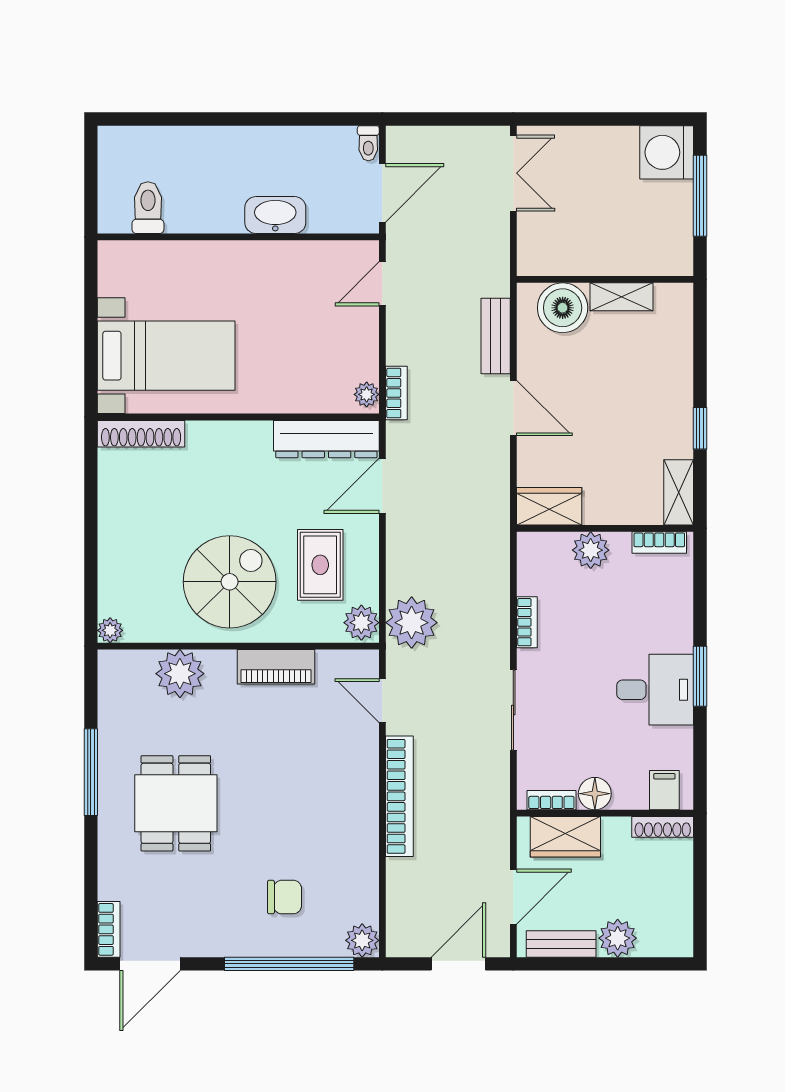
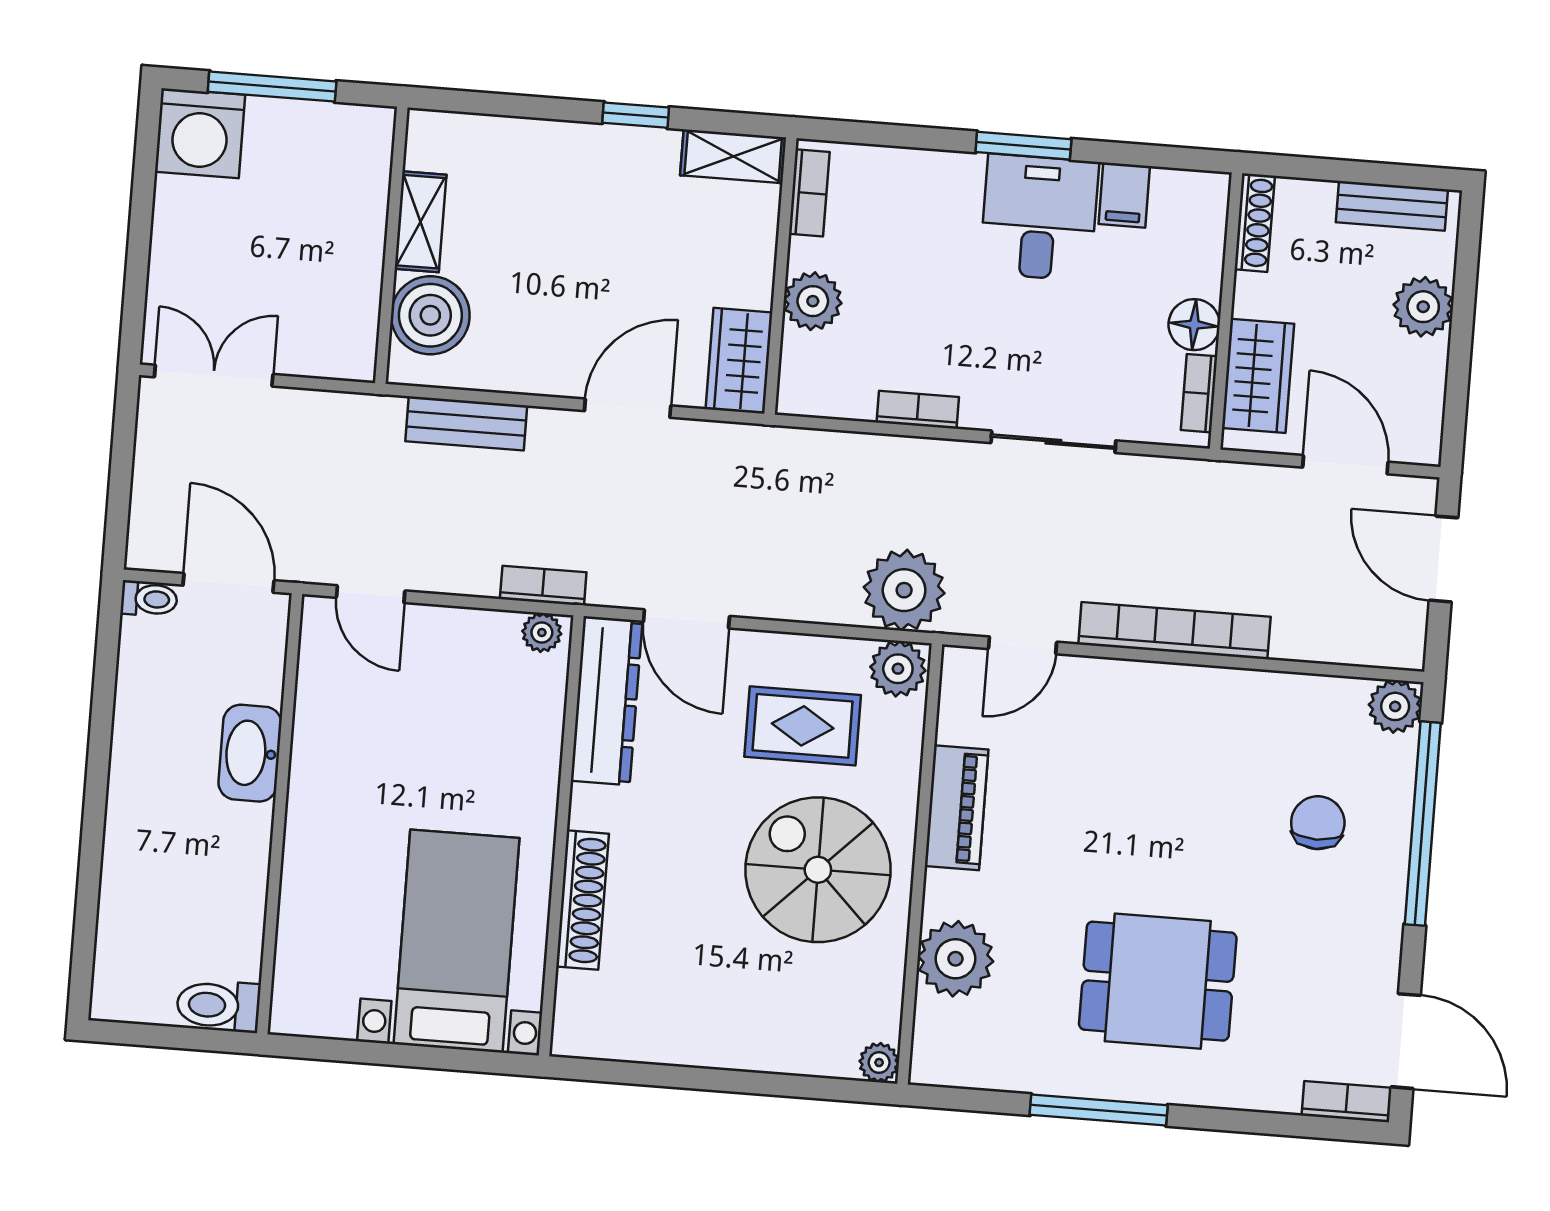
toilet: (148, 208) -> (218, 1006), moved
door: (513, 408) -> (628, 408), moved
shoe rack: (141, 434) -> (583, 900), moved
filing cabinet: (664, 790) -> (1124, 195), moved, turned -90
bench: (561, 944) -> (1392, 206), moved, turned 90

